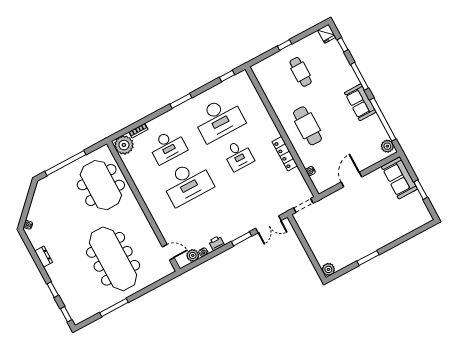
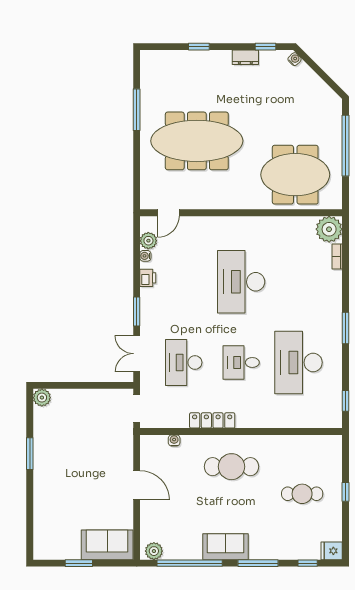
desk: (168, 146) -> (184, 362), moved
window: (66, 314) -> (266, 47), moved

